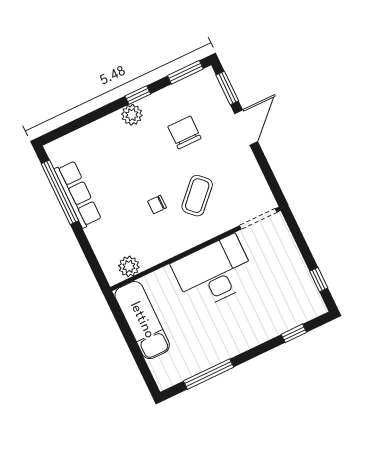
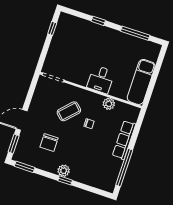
window: (138, 95) -> (65, 180), moved
row of seats: (78, 194) -> (124, 140), moved
plant: (129, 266) -> (109, 104), moved
desk: (214, 273) -> (101, 79), width x0.53, depth x0.77
window: (294, 333) -> (98, 21), moved

